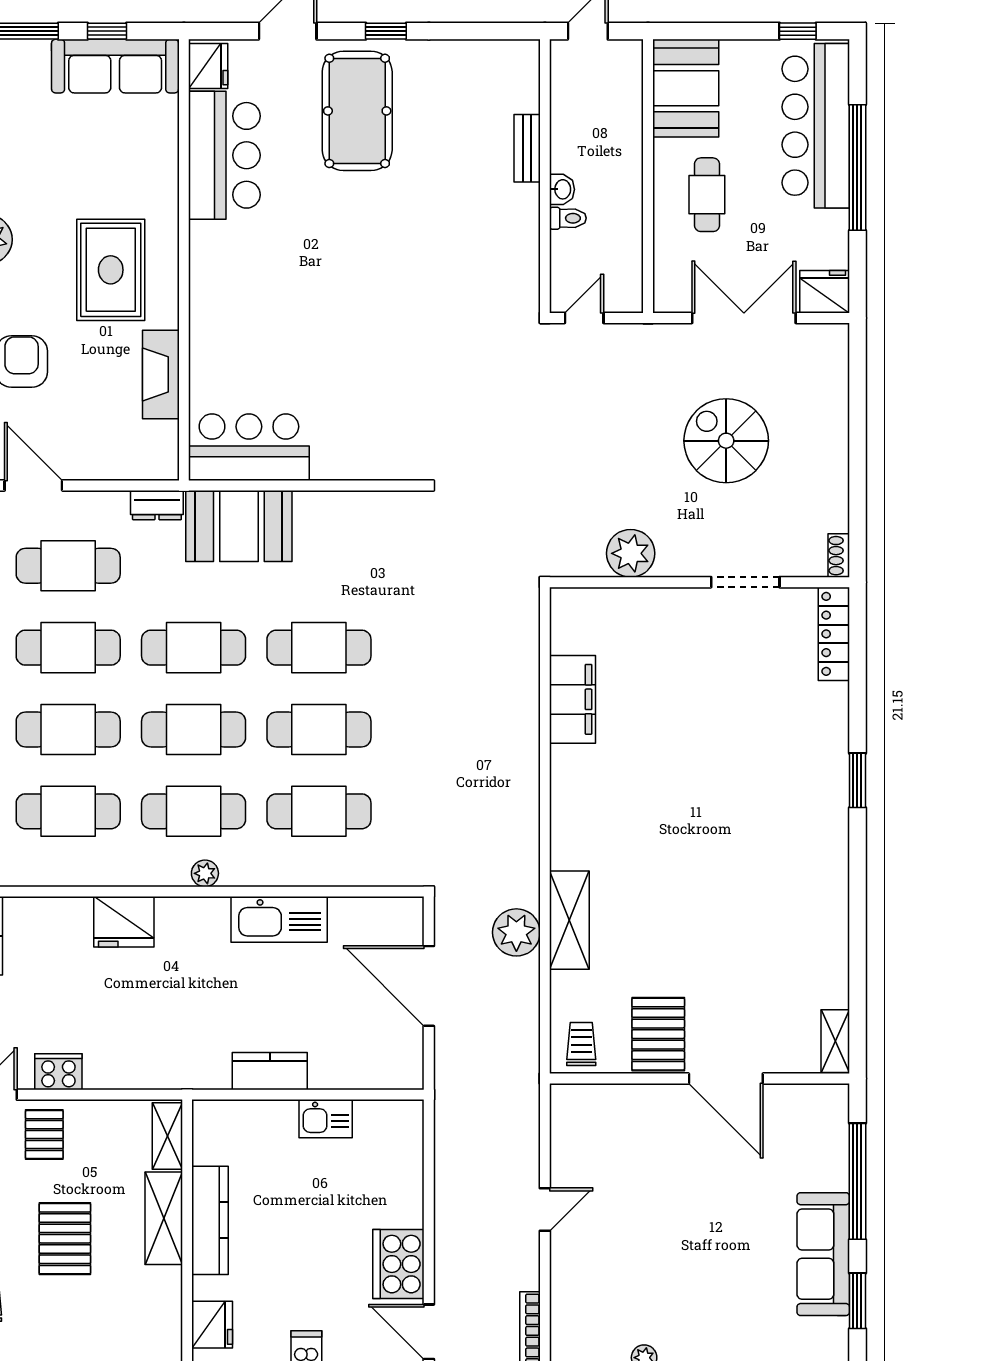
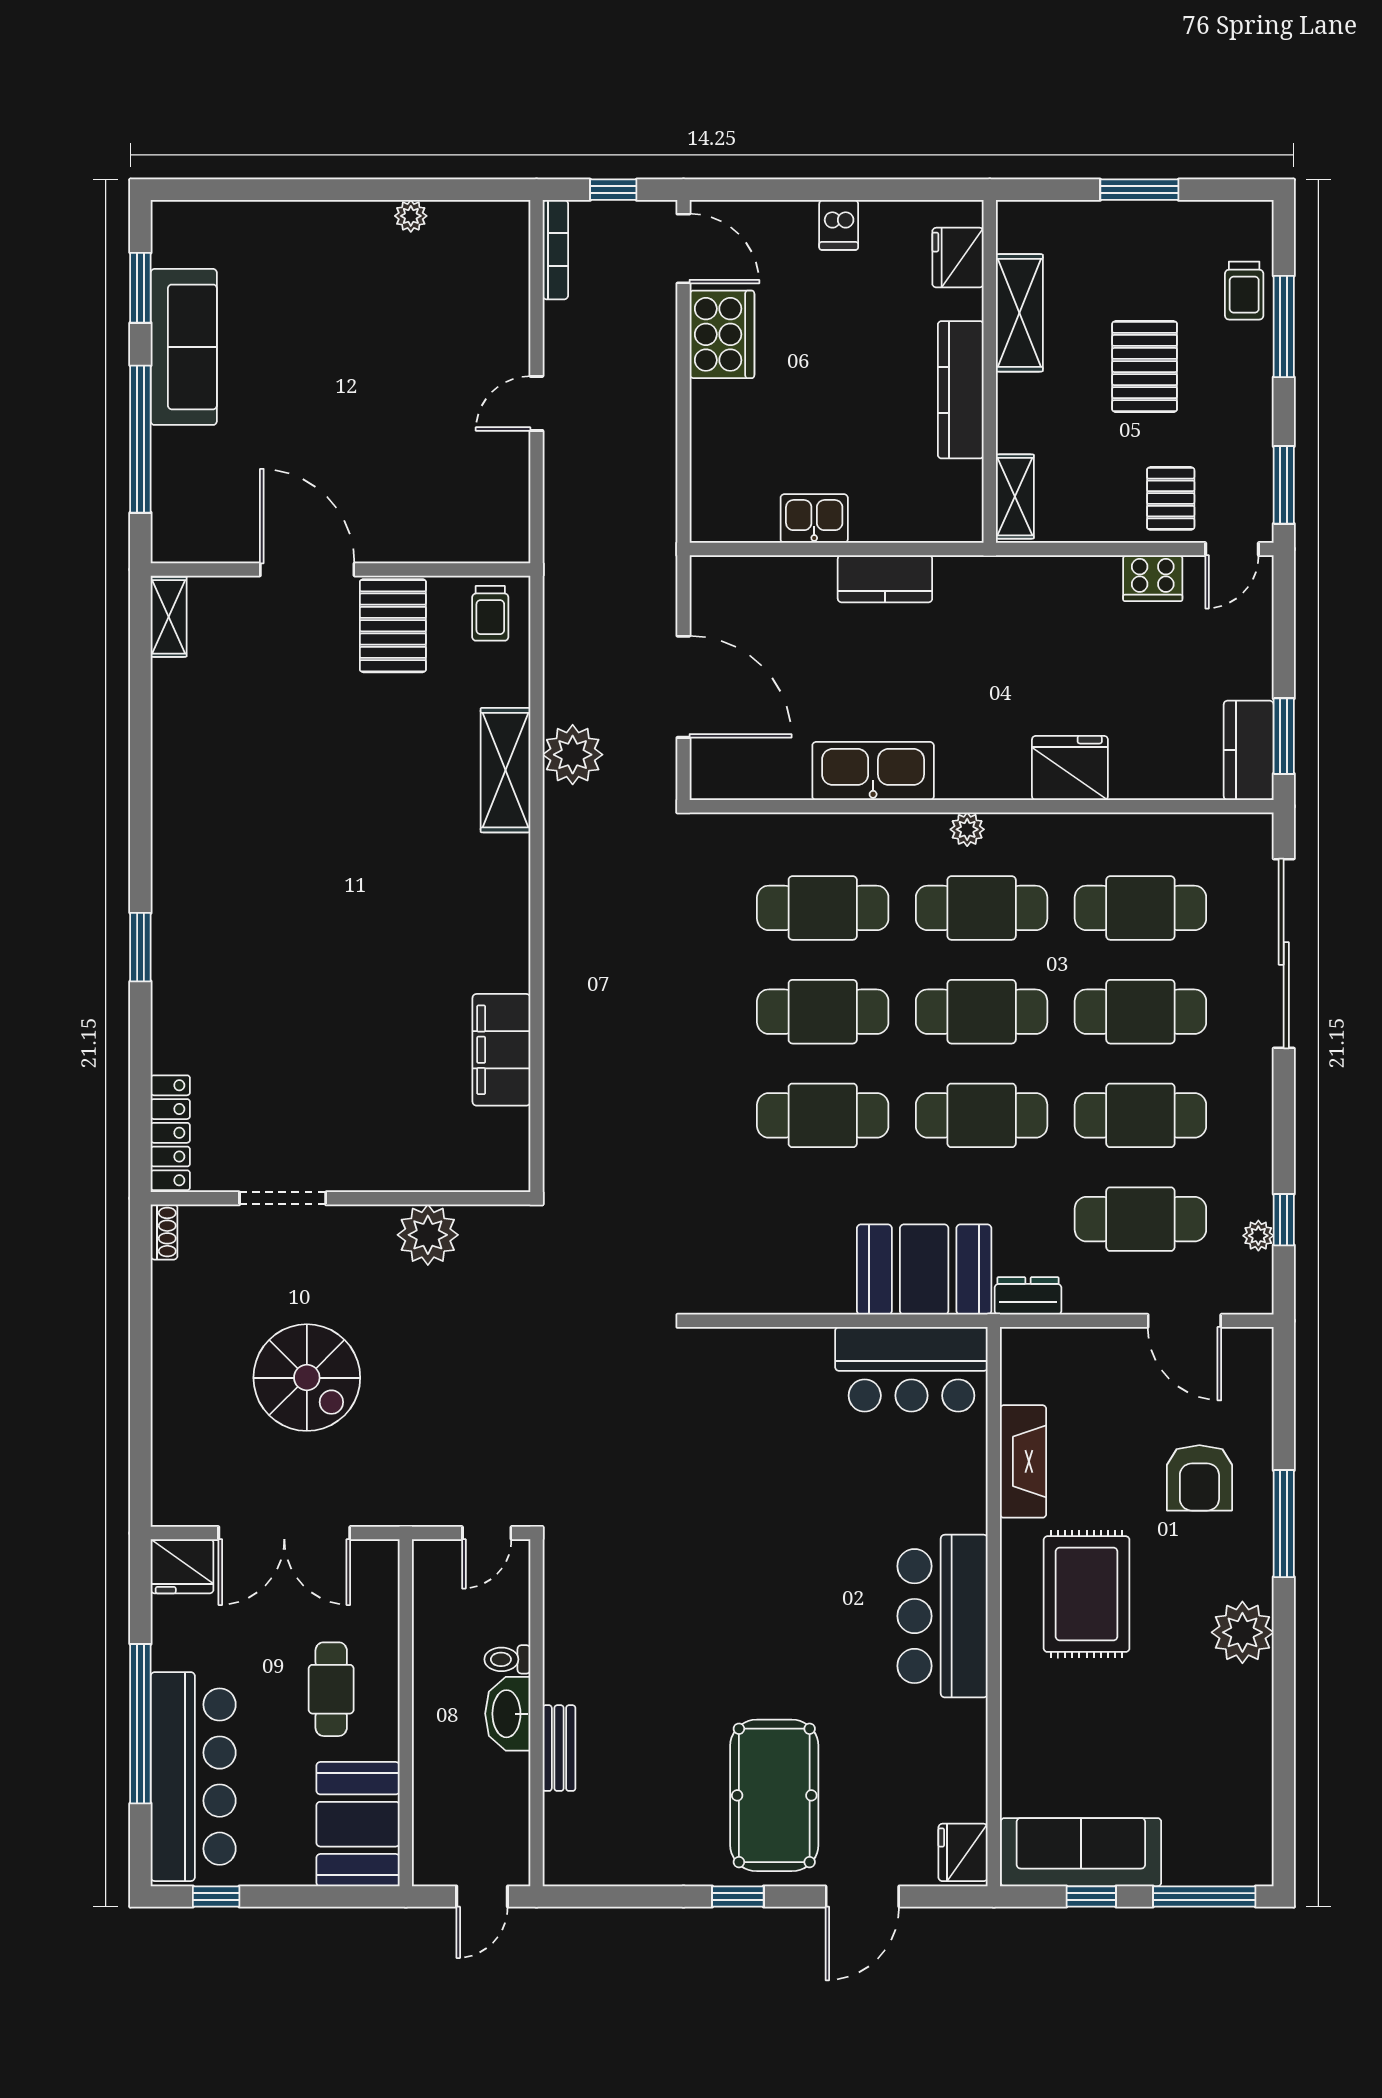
bar counter: (224, 155) -> (943, 1616), moved
washbasin: (562, 189) -> (508, 1714), width x1.91, depth x1.45
shelving: (164, 1218) -> (1019, 313), moved

